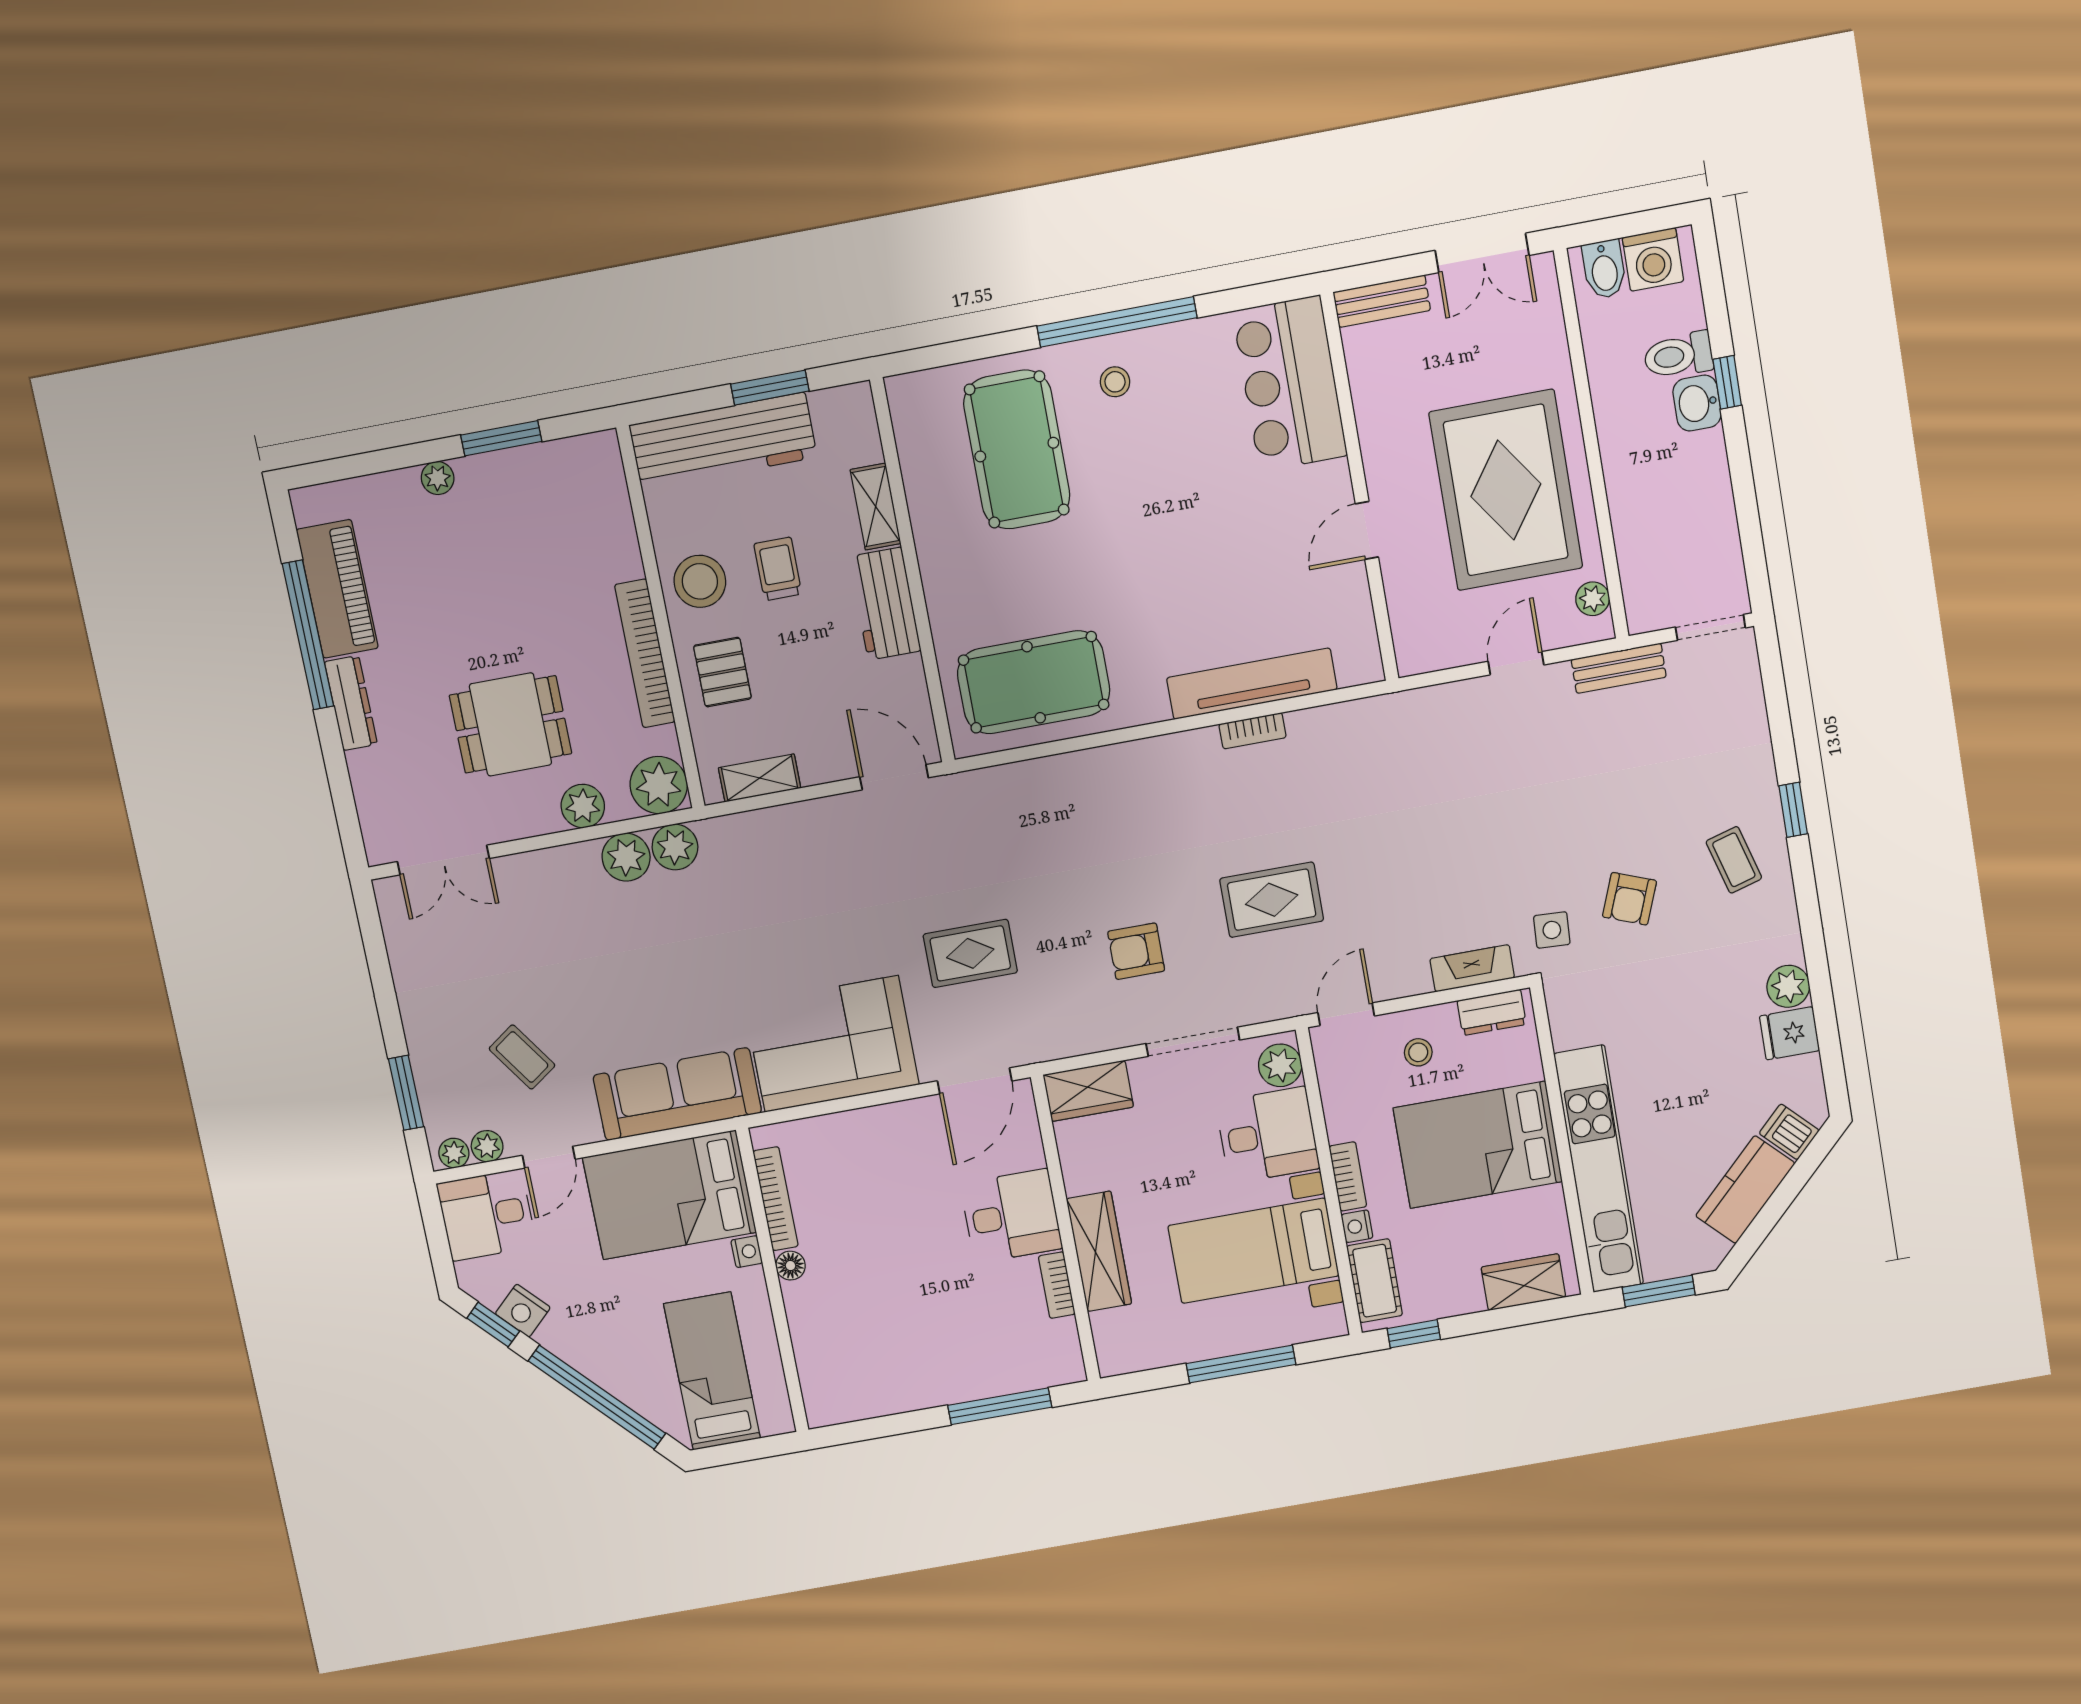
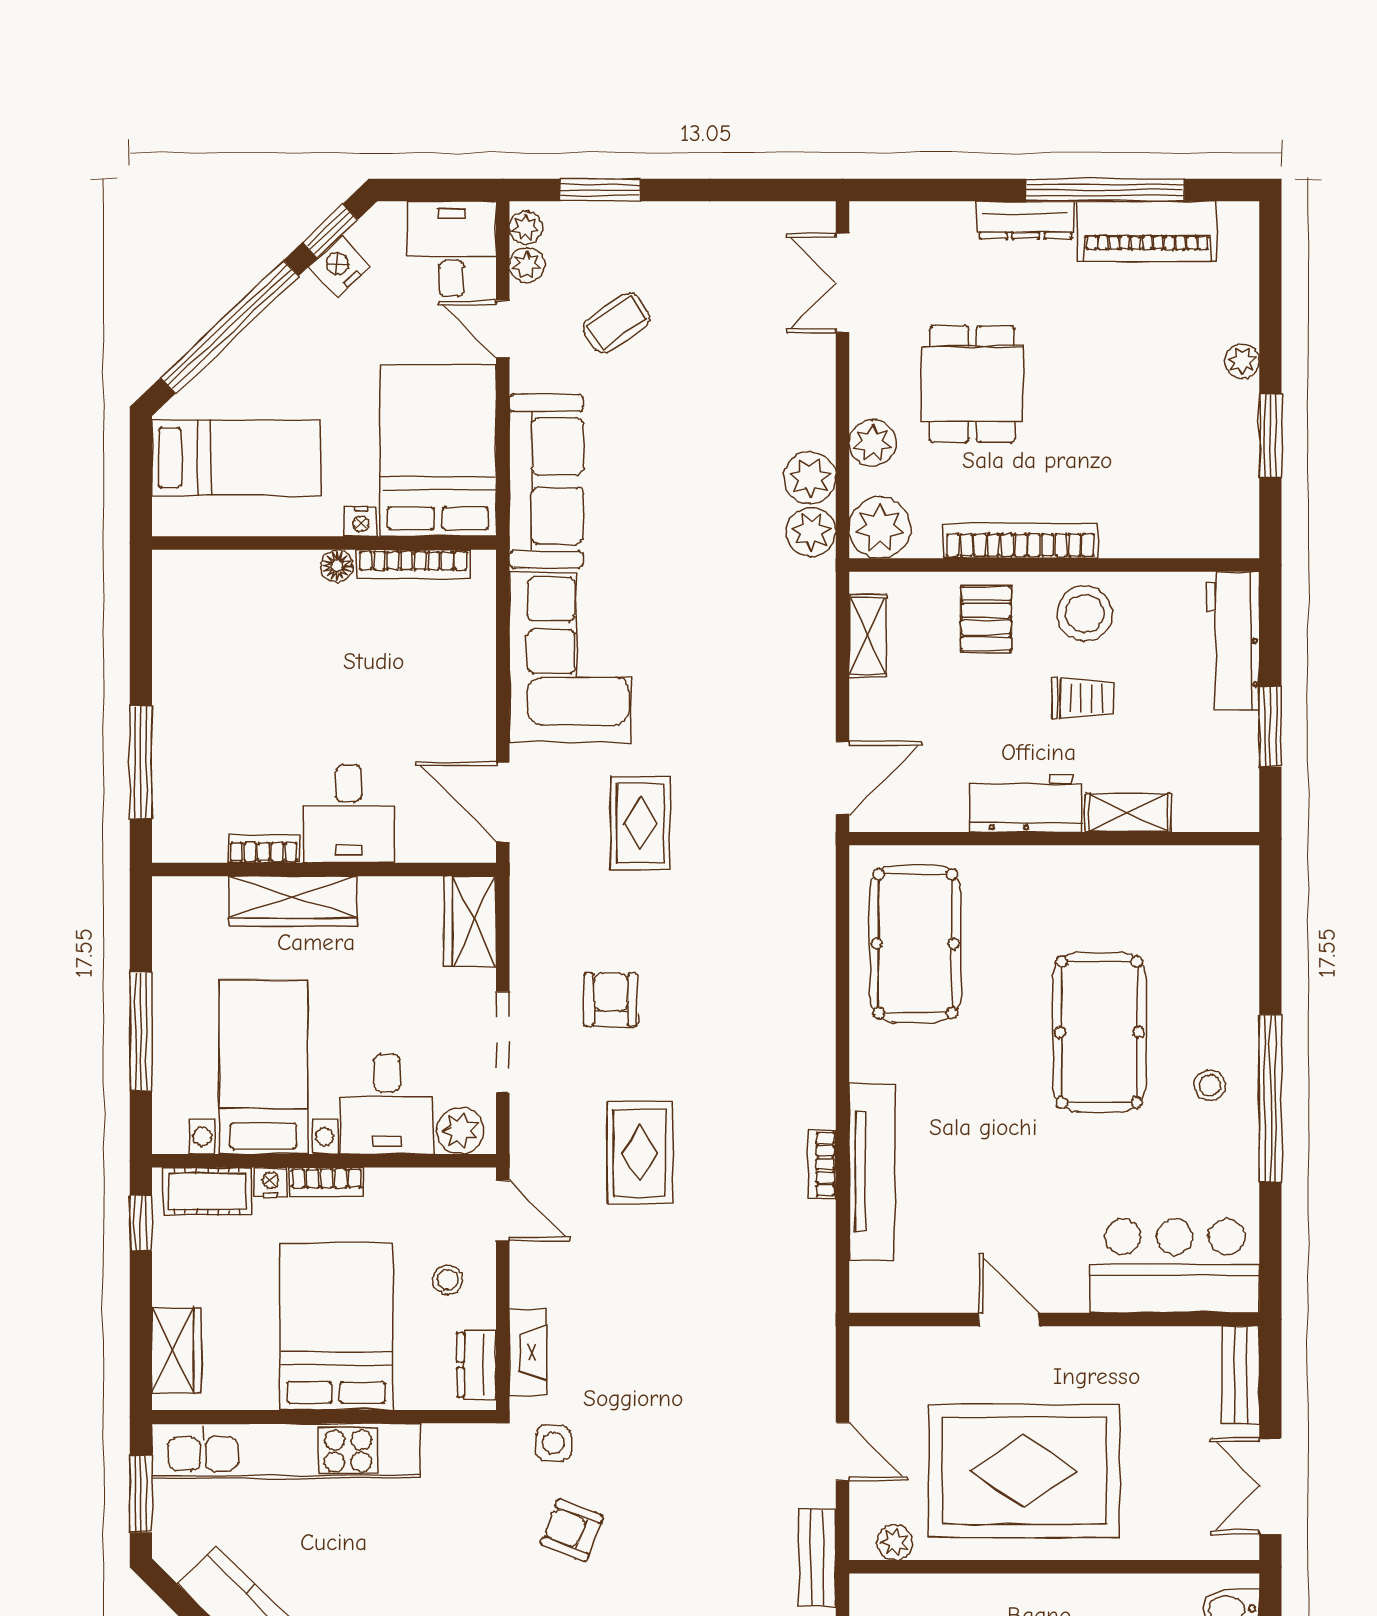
workbench: (723, 441) -> (1233, 641), width x0.73, depth x0.76
pool table: (1017, 450) -> (1099, 1032), moved, turned 90
pallet: (722, 672) -> (986, 619), turned 90

